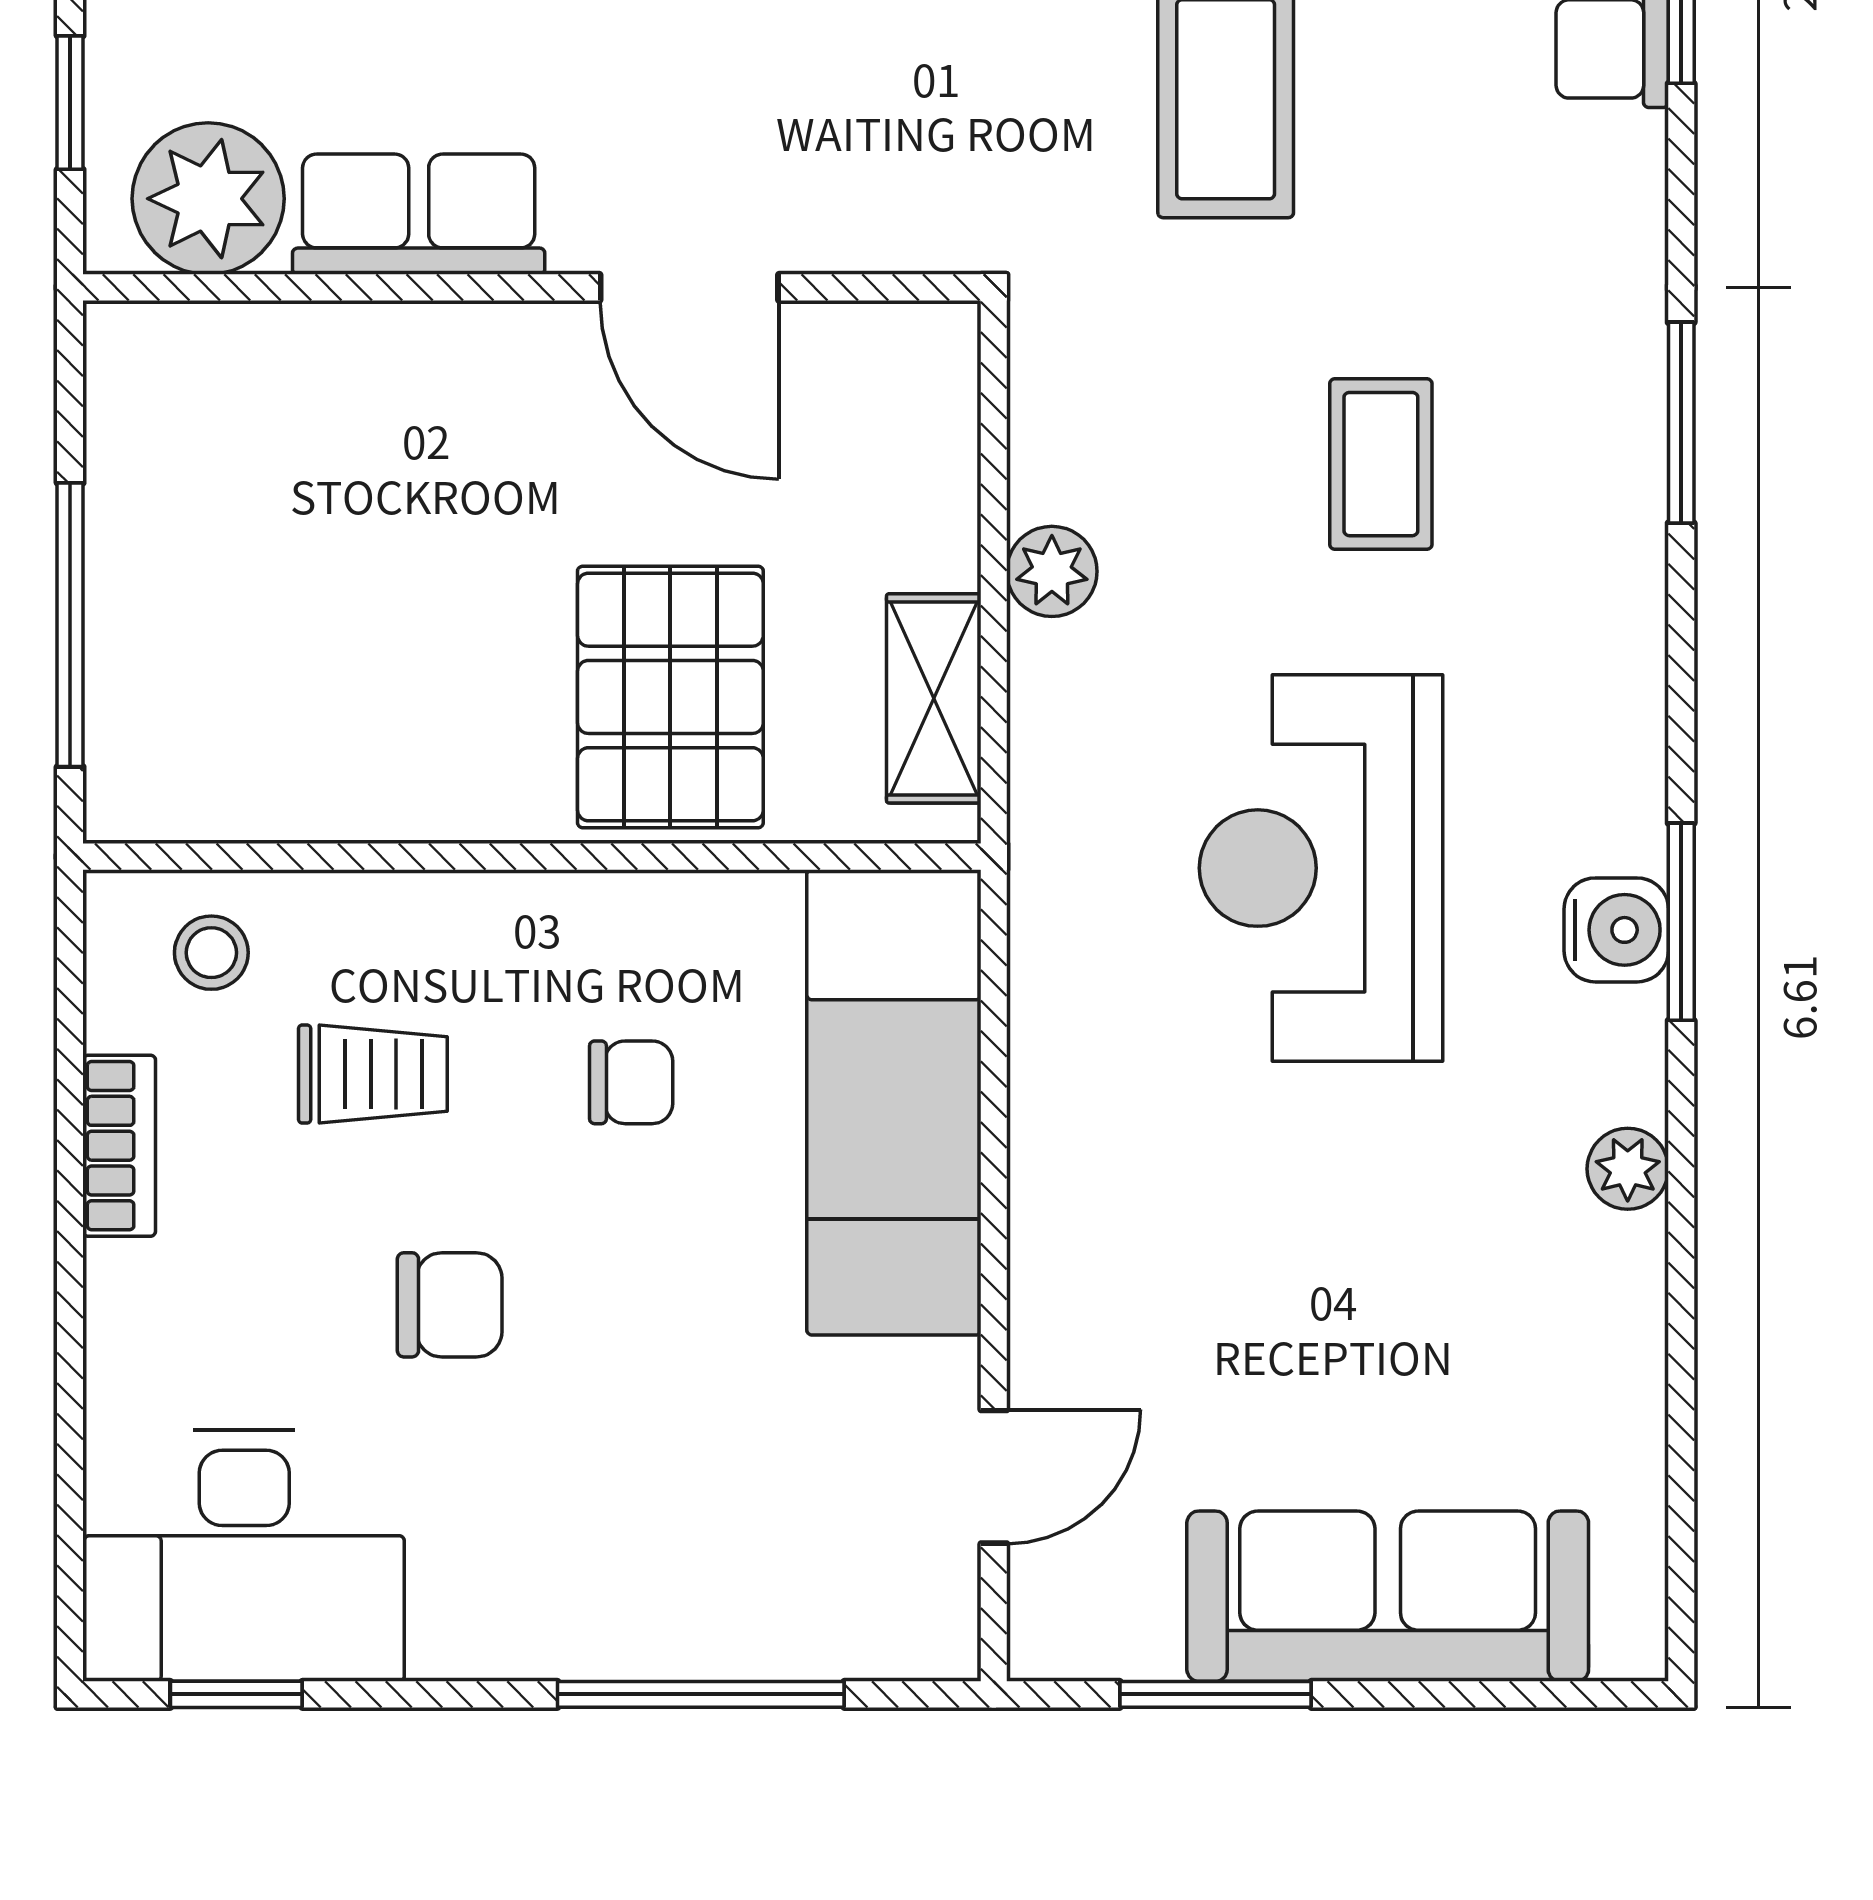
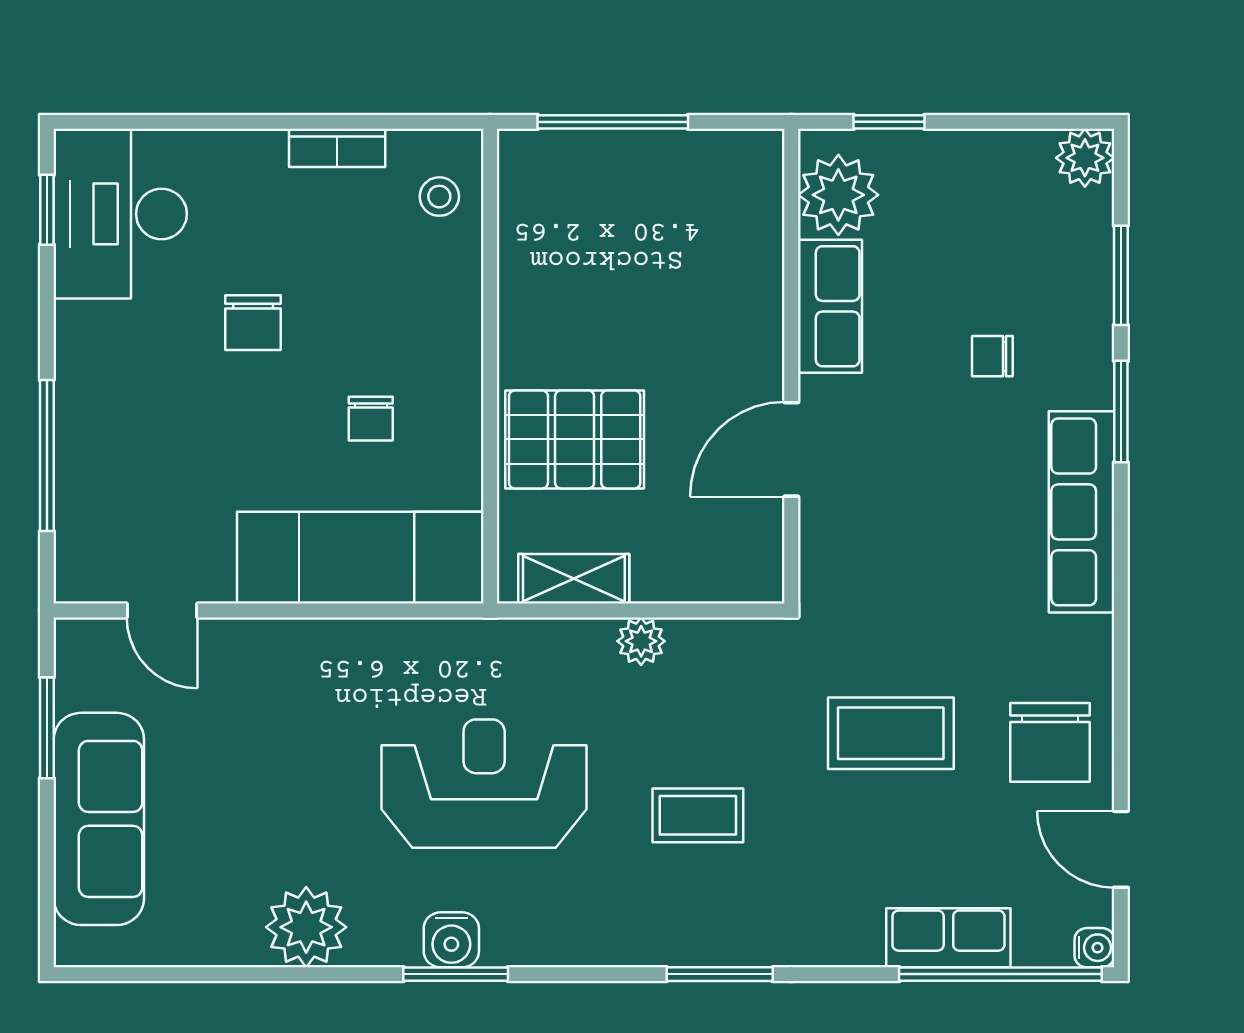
trolley: (373, 1074) -> (375, 282), removed
plant: (1628, 1169) -> (306, 927), width x1.88, depth x1.88

